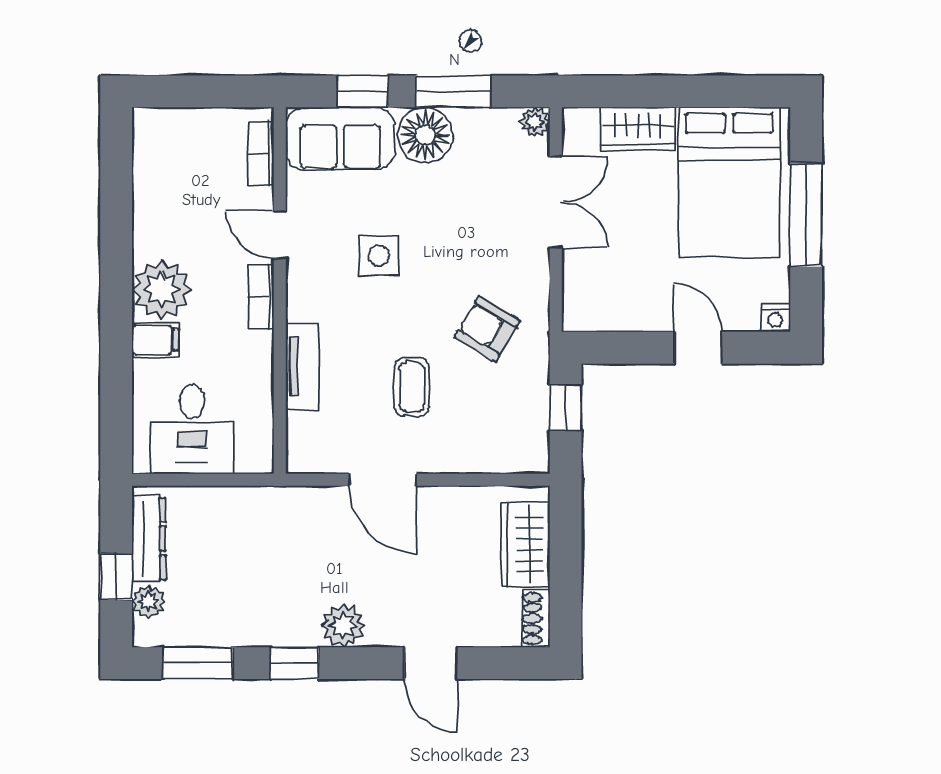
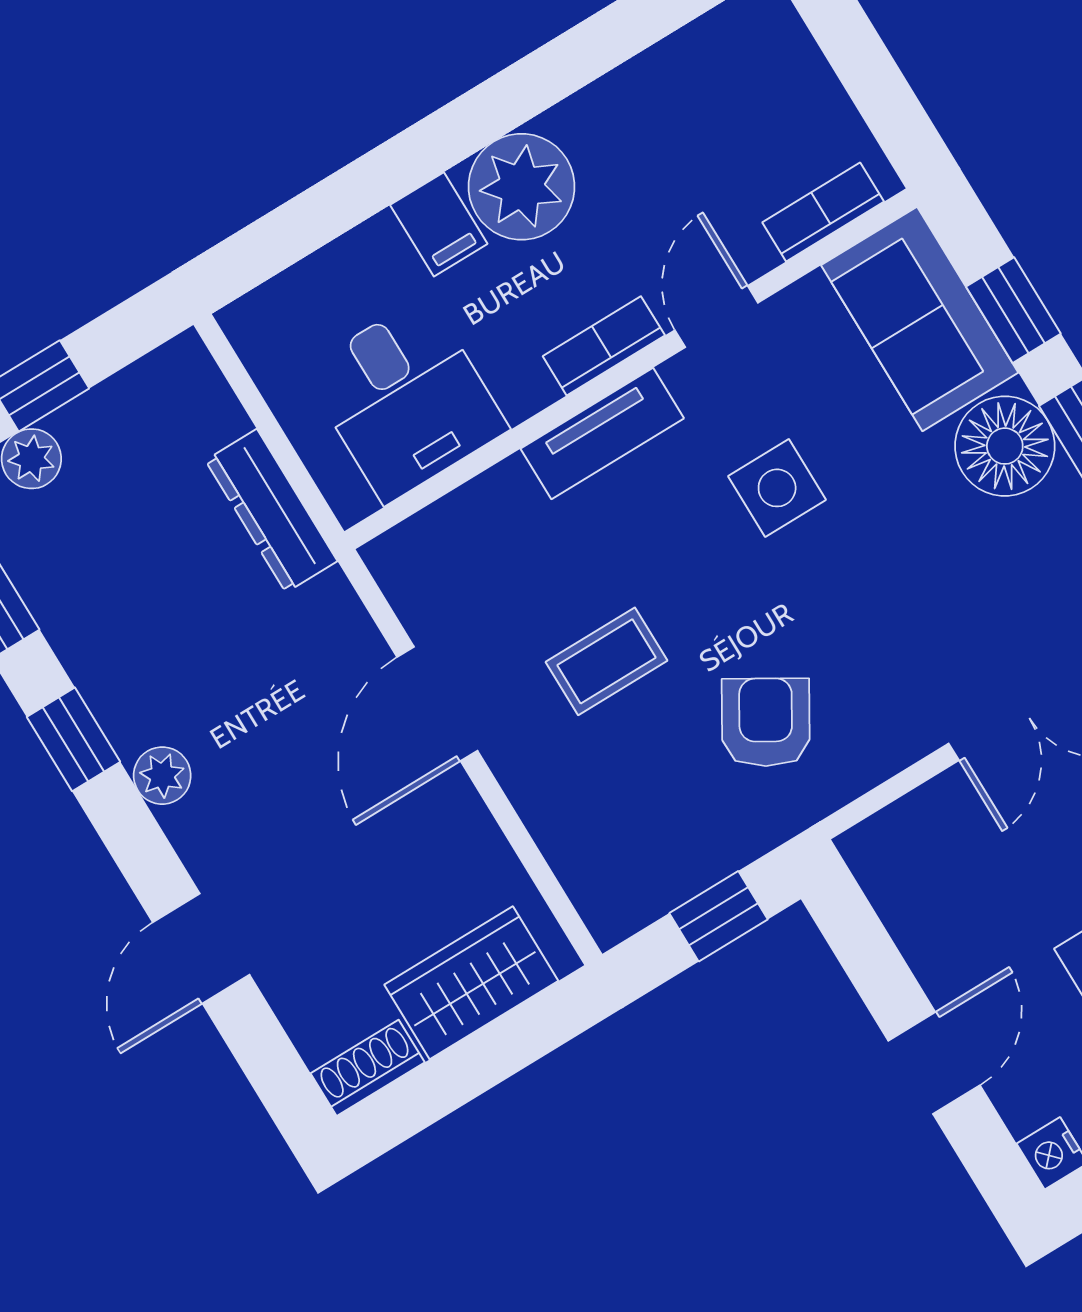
tv unit: (302, 366) -> (602, 433), moved
desk: (192, 429) -> (406, 400), moved, turned -90
dresser: (149, 539) -> (271, 511), moved, turned 90
plant: (343, 625) -> (162, 776), width x0.73, depth x0.73

